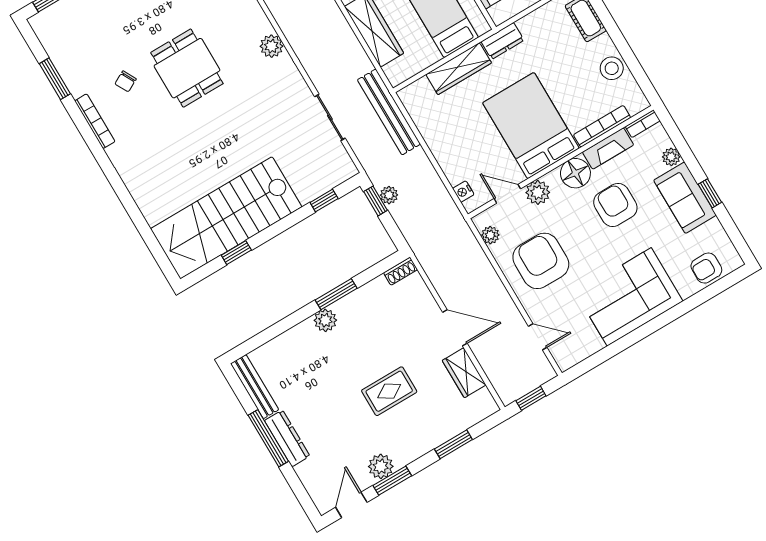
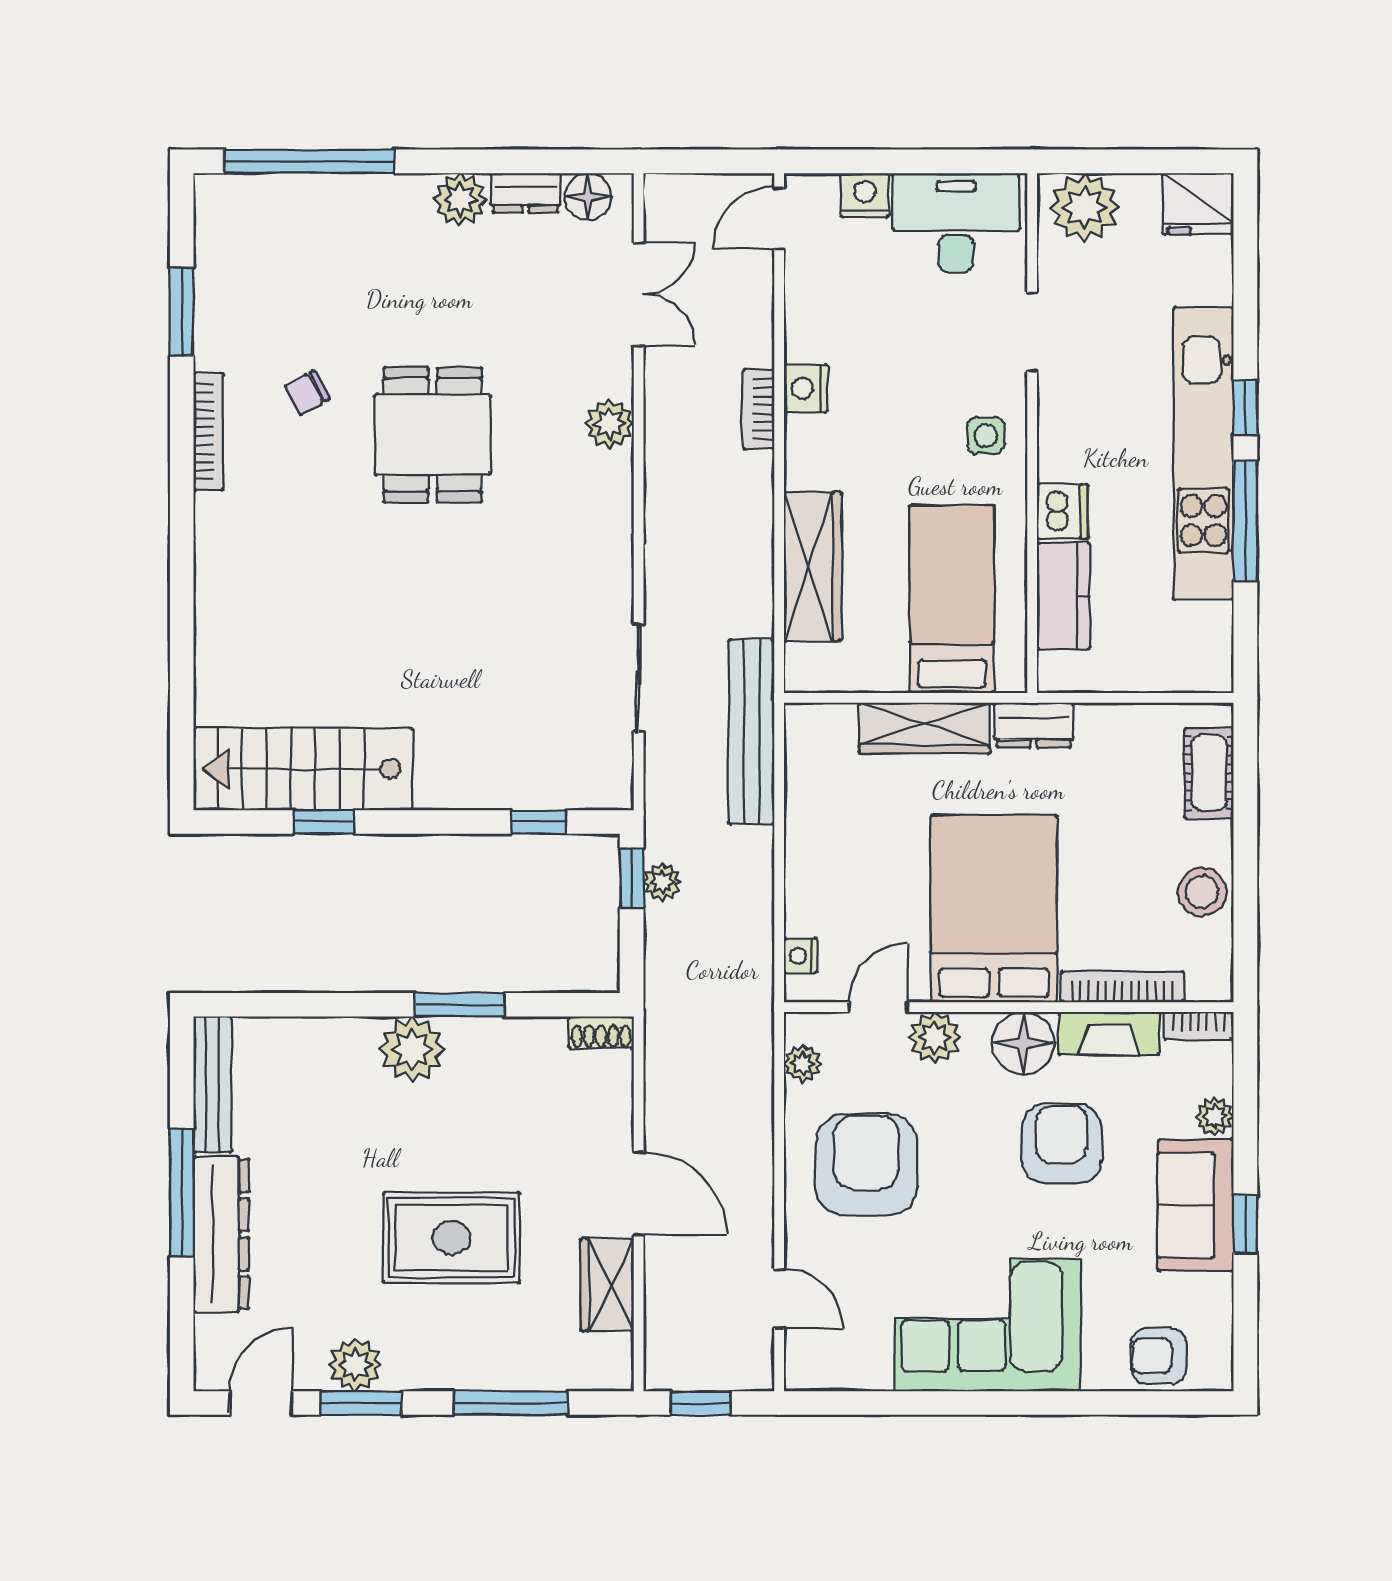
plant: (272, 46) -> (609, 424), moved
door: (507, 194) -> (878, 1007), hinge flipped
stairs: (226, 218) -> (303, 769), width x0.73, depth x0.66
plant: (325, 320) -> (412, 1049), width x1.36, depth x1.36
rug: (389, 391) -> (451, 1238), width x1.36, depth x1.43
dresser: (287, 438) -> (221, 1234), width x1.37, depth x1.24
window: (453, 444) -> (511, 1403), width x1.44

